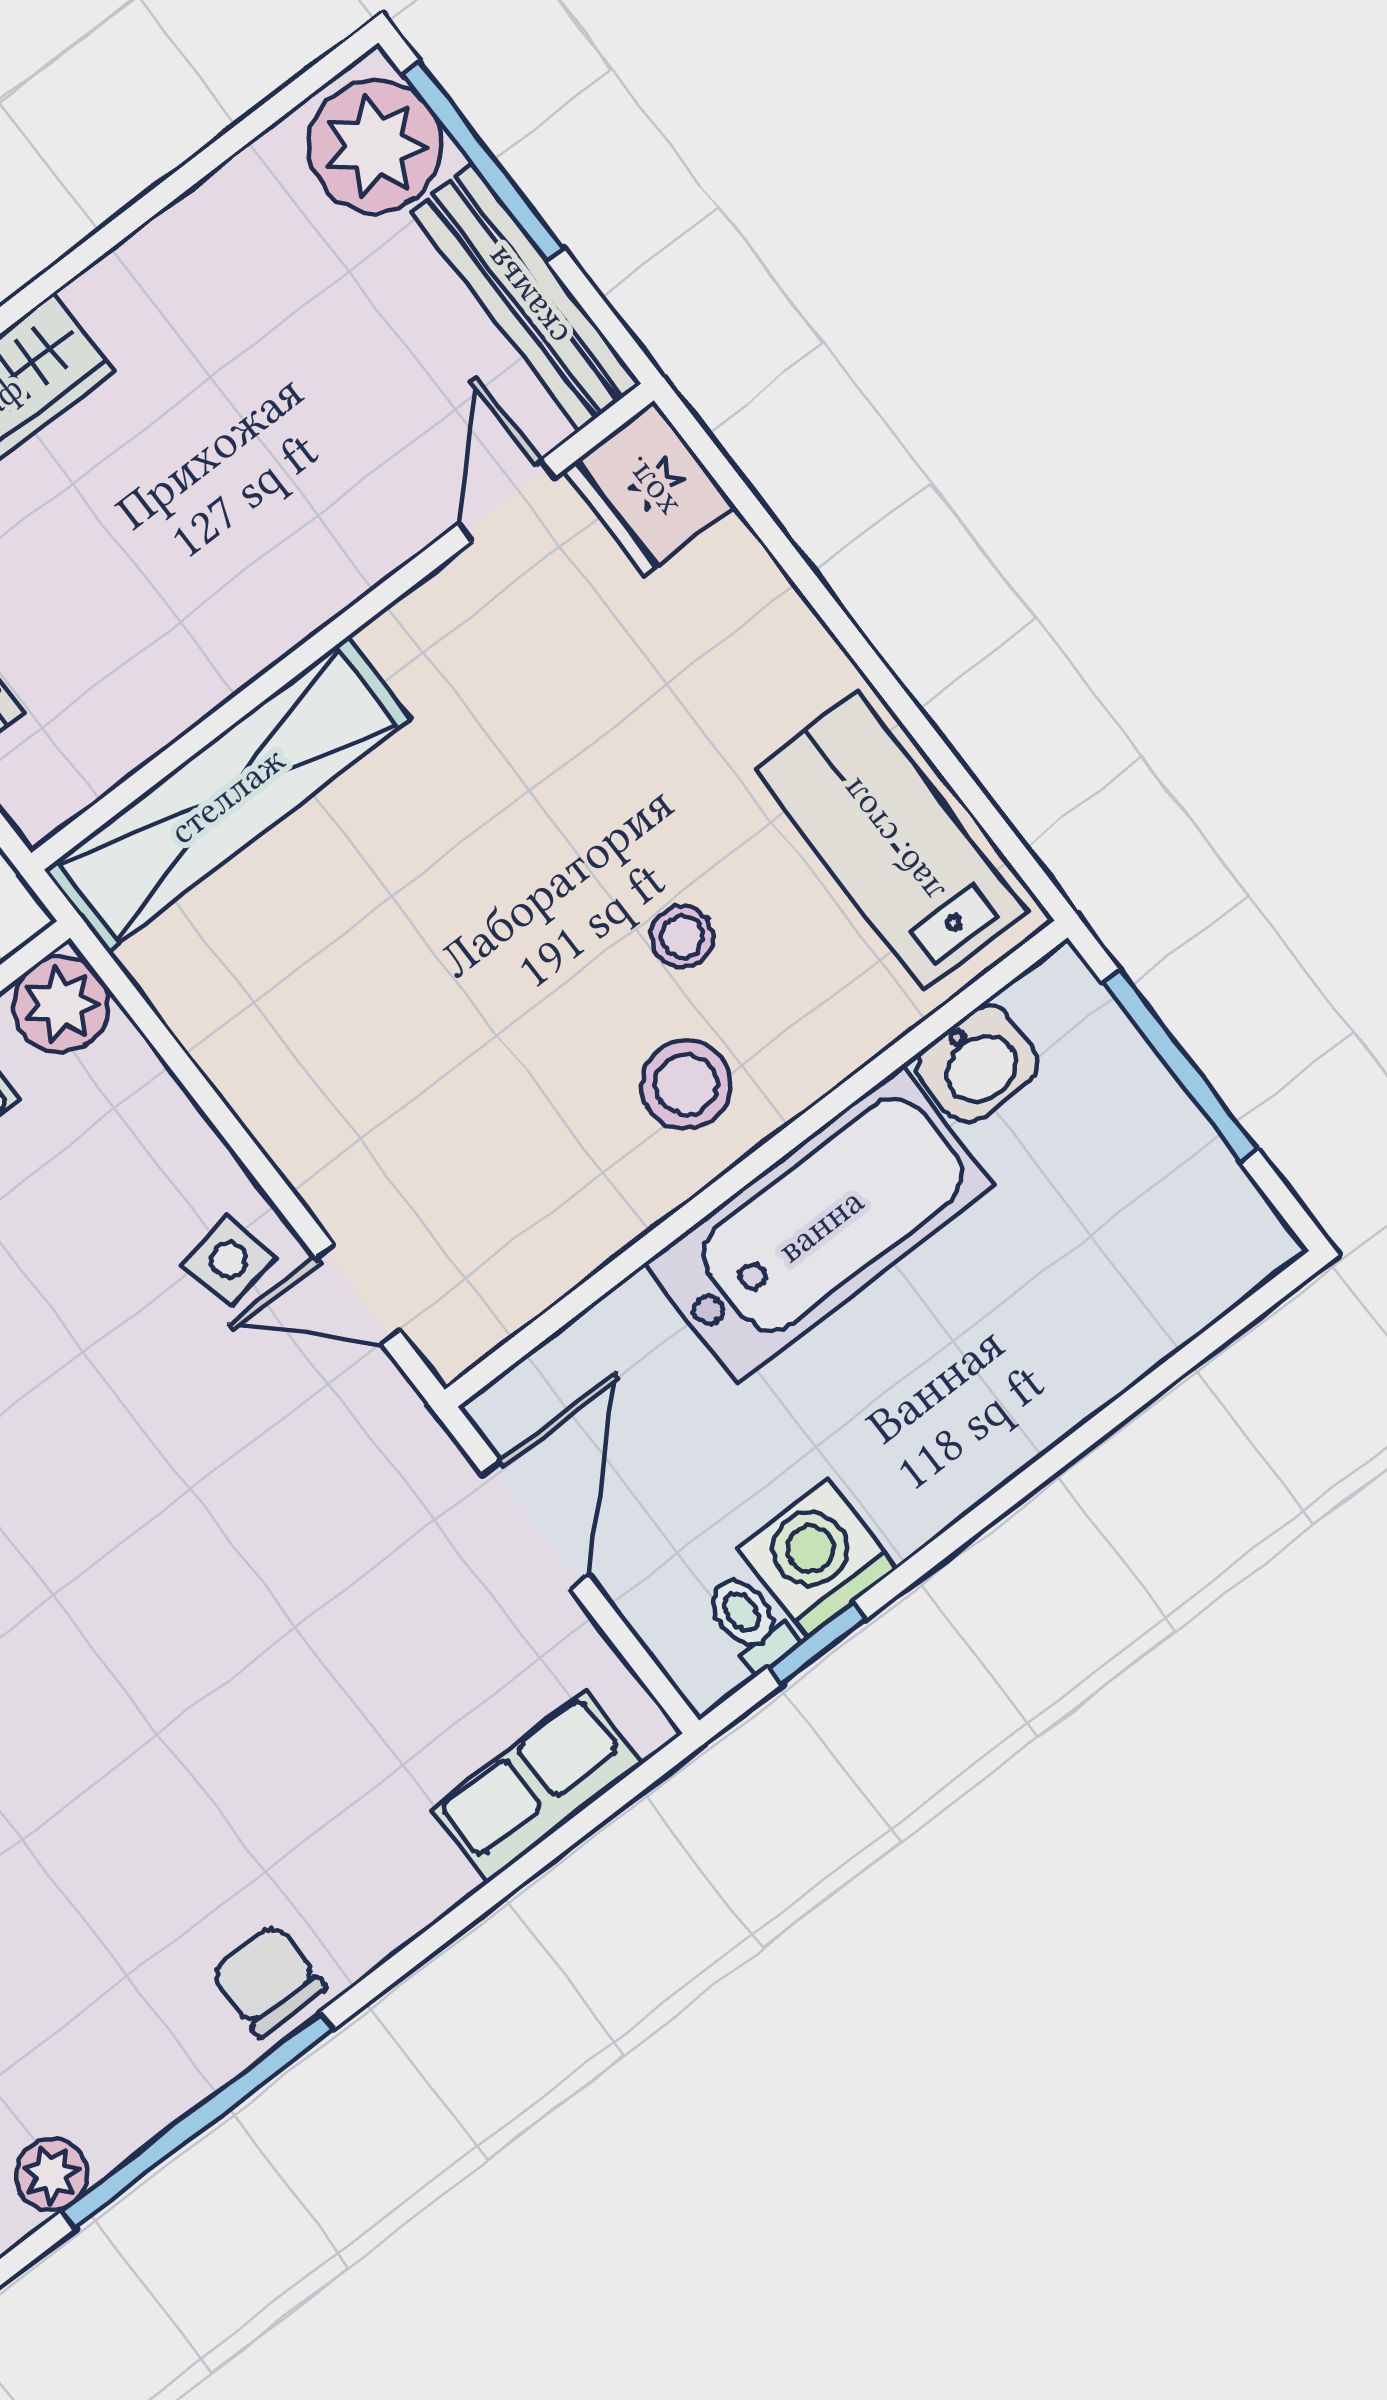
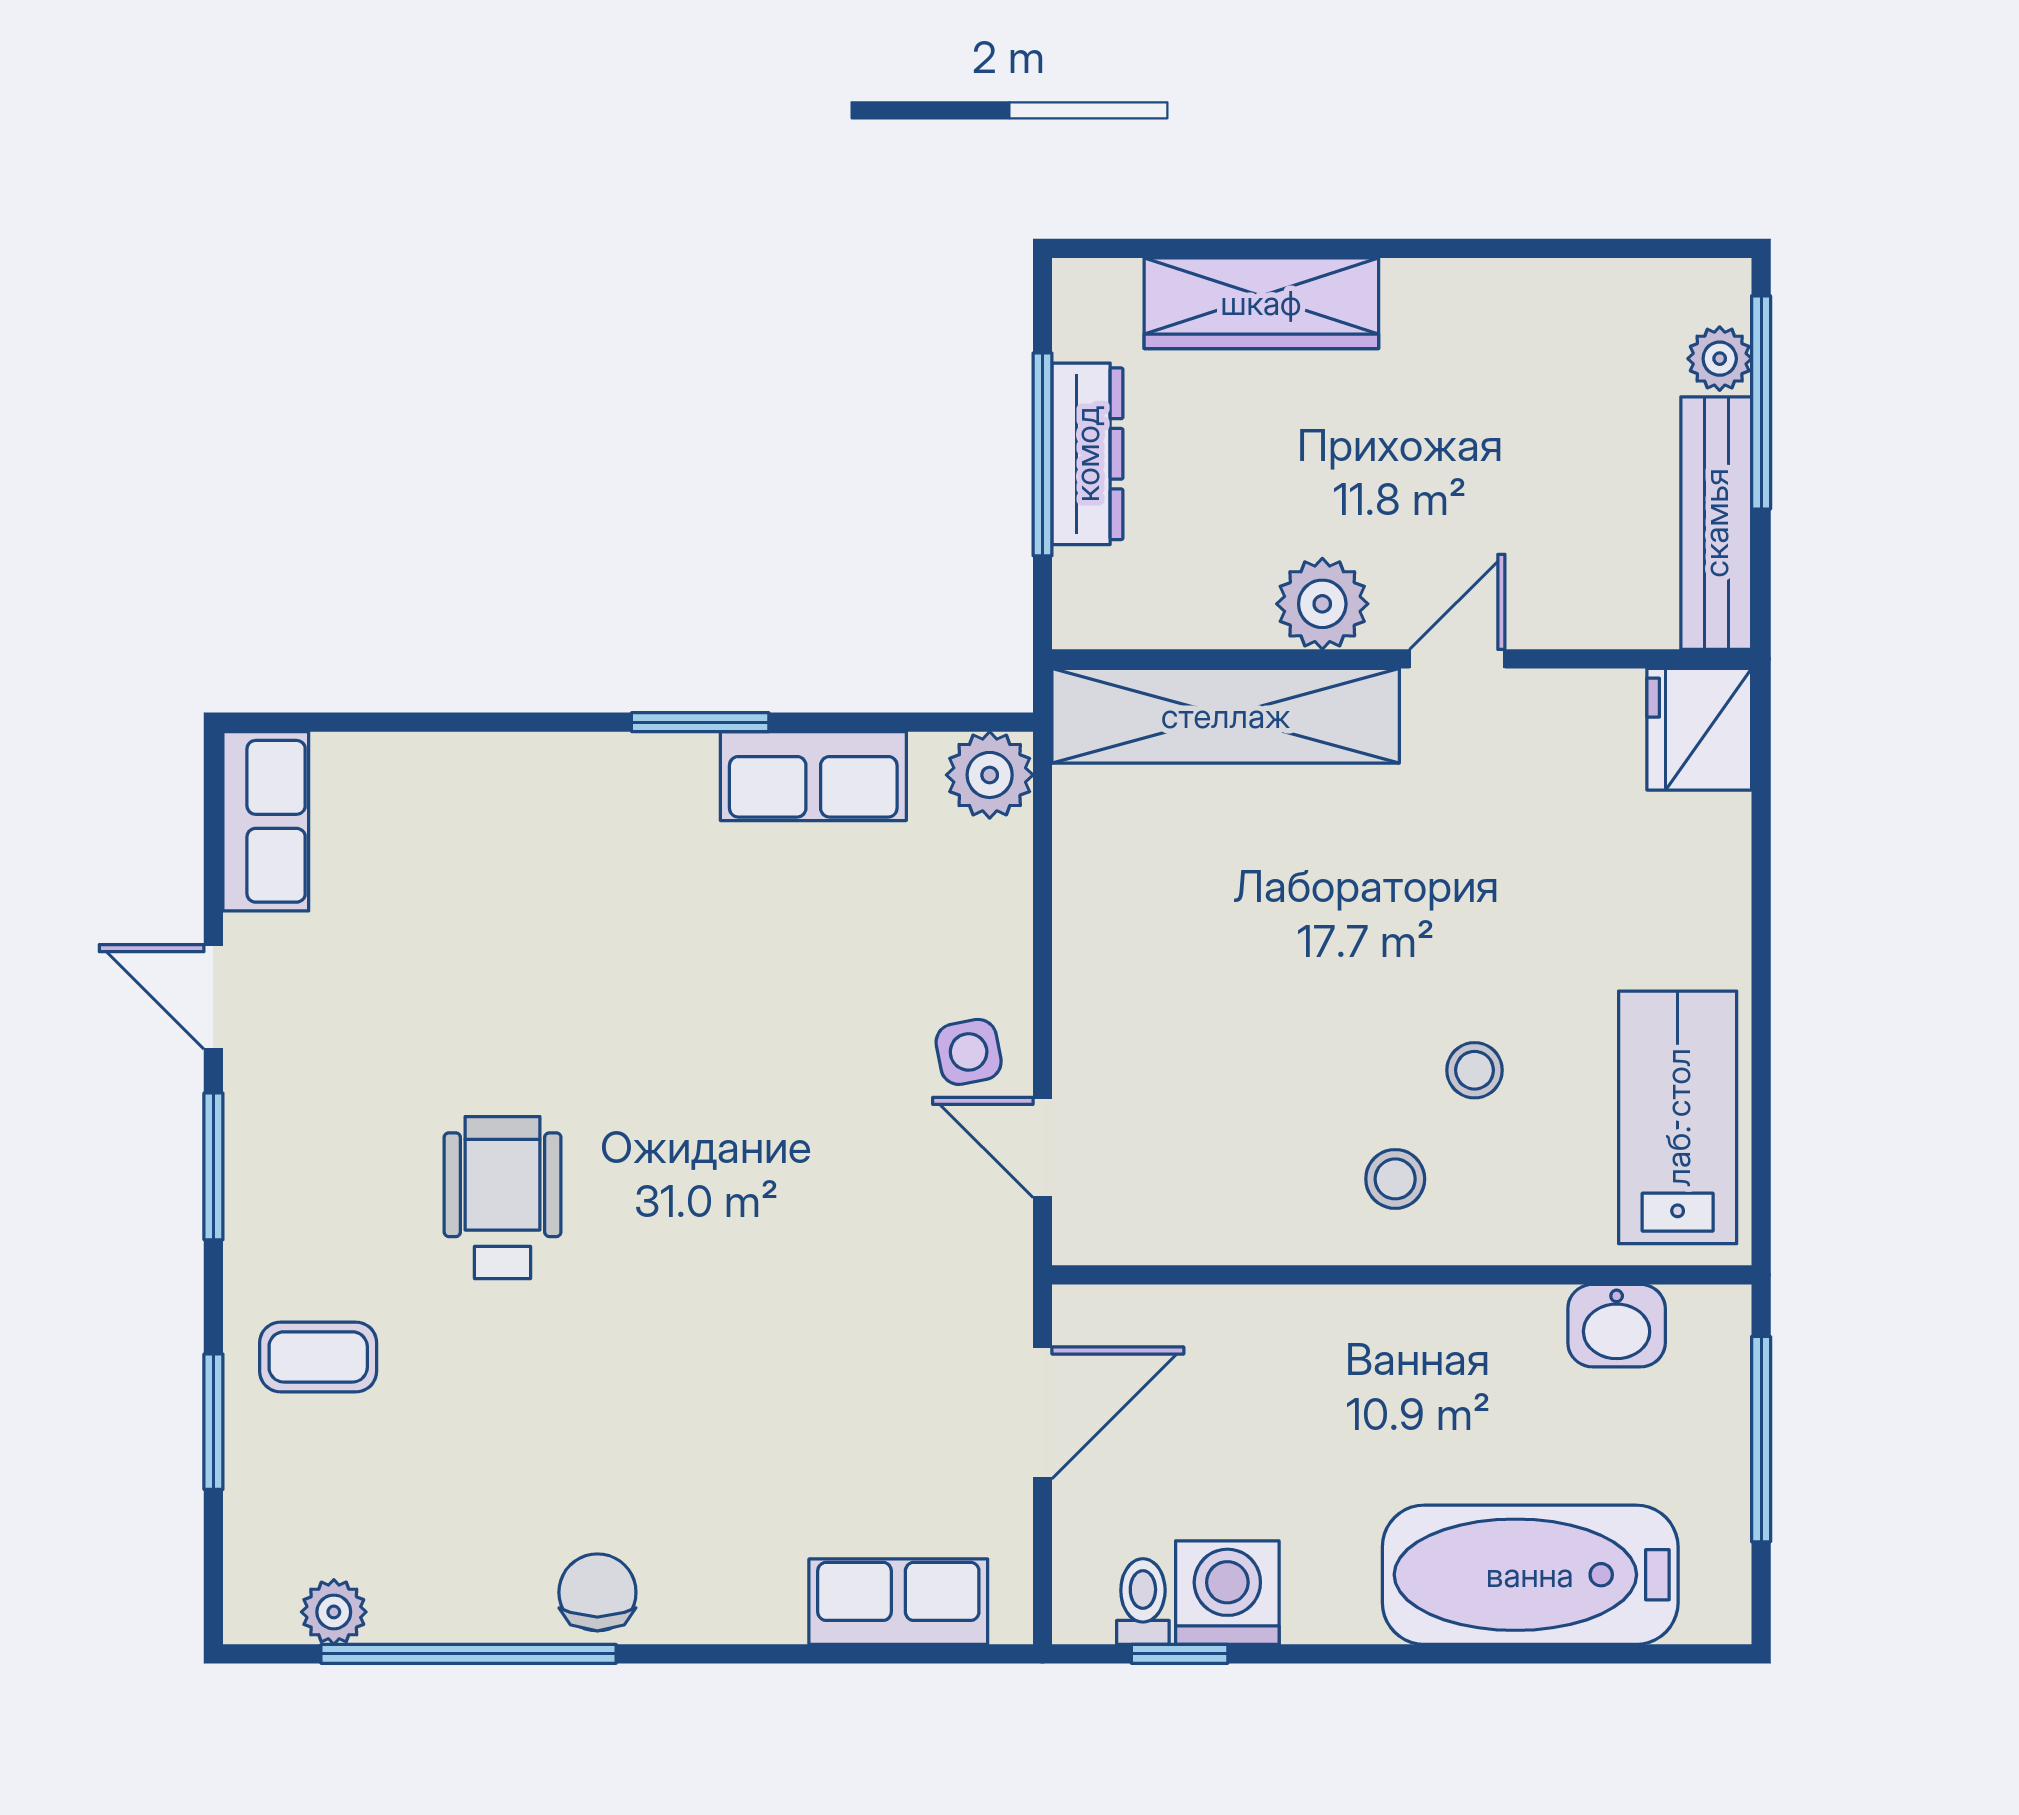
plant: (375, 146) -> (1720, 359), width x0.53, depth x0.53
door: (506, 501) -> (1457, 659), moved
plant: (236, 632) -> (1322, 604), added
stool: (686, 1084) -> (1395, 1179), width x0.73, depth x0.73
bathtub: (820, 1225) -> (1530, 1575), moved, turned 180

